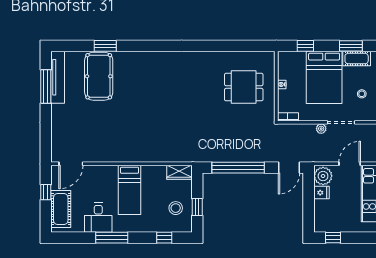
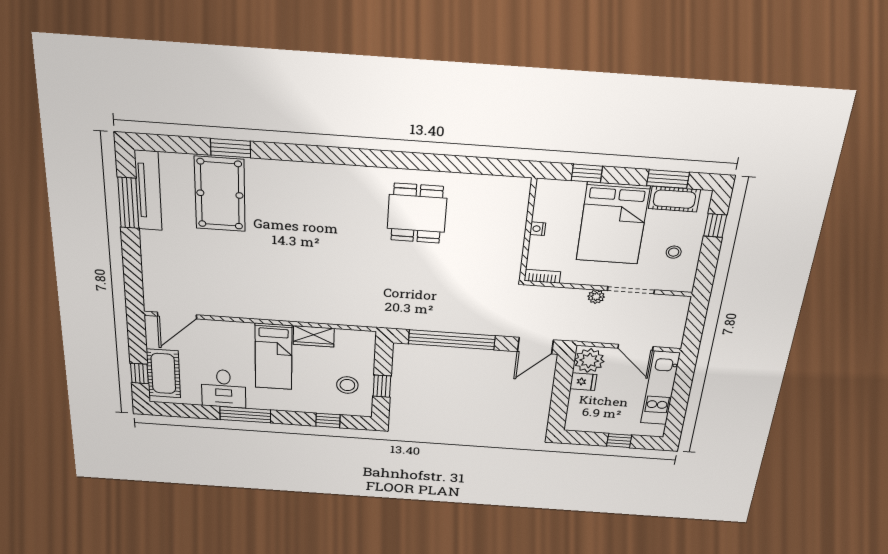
dining table: (244, 87) -> (417, 213), moved, turned 90
door: (350, 164) -> (635, 347), swing flipped
wardrobe: (179, 172) -> (314, 336), moved
window: (46, 192) -> (139, 373), moved
window: (333, 238) -> (619, 441), moved

